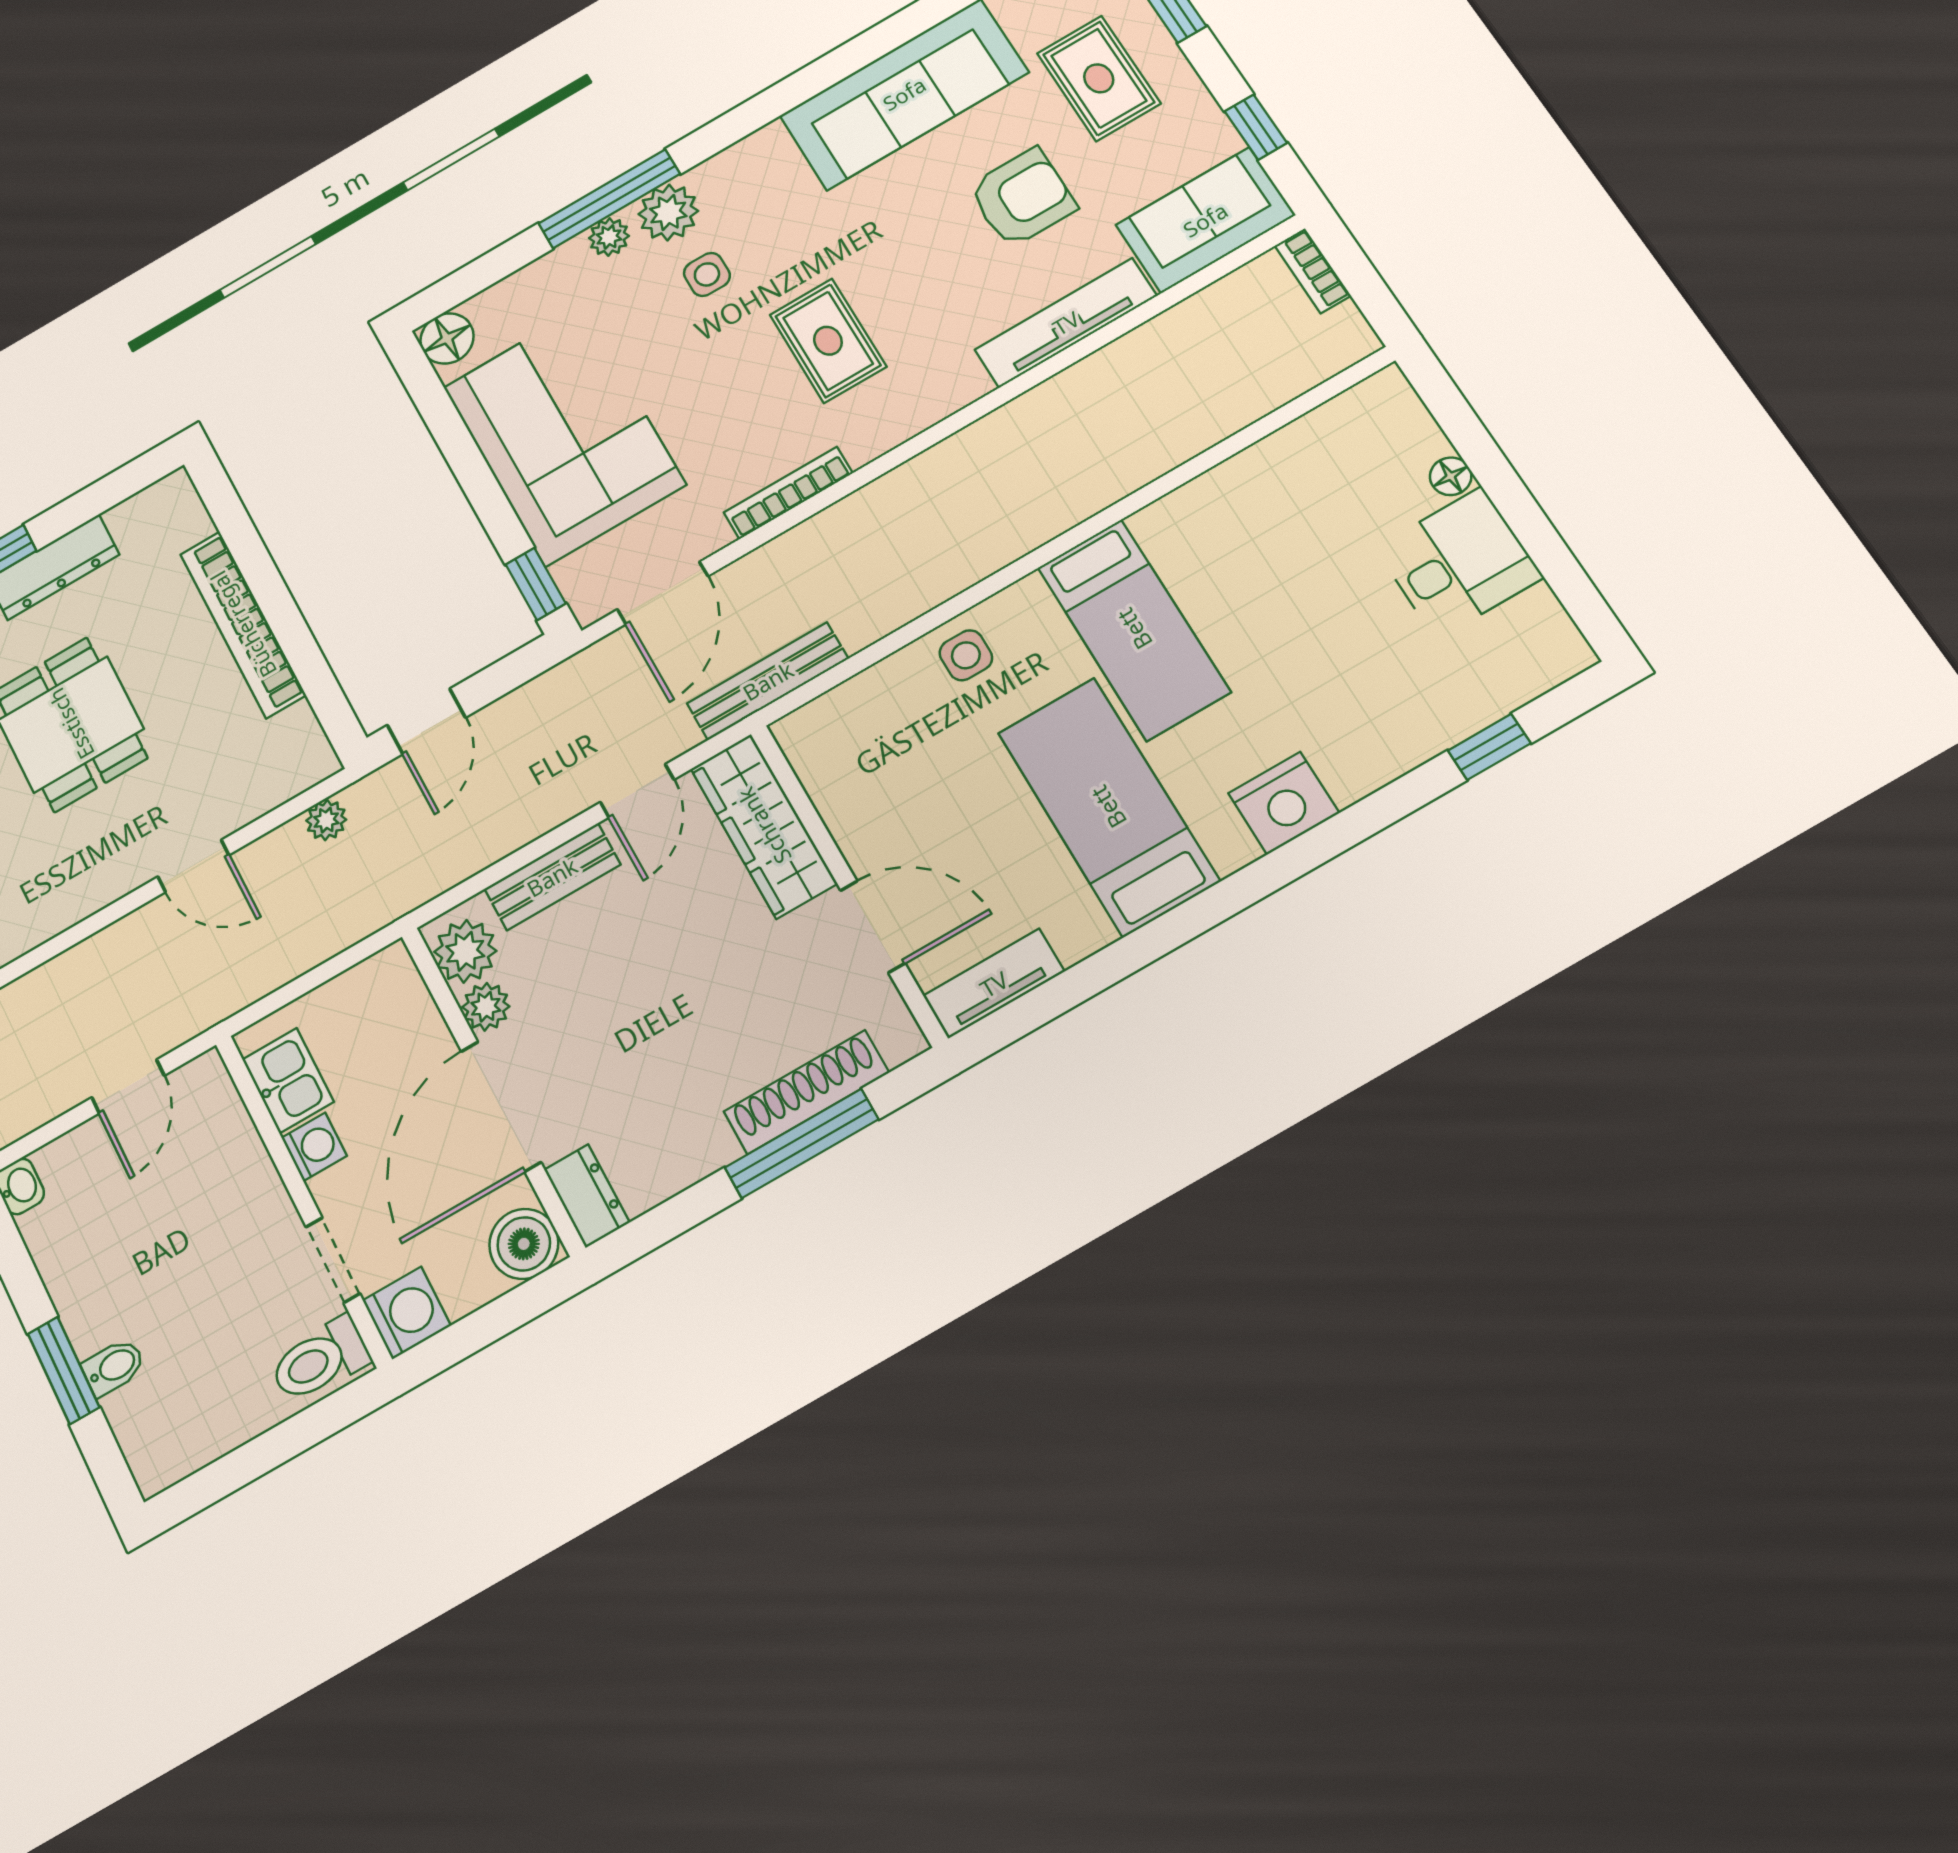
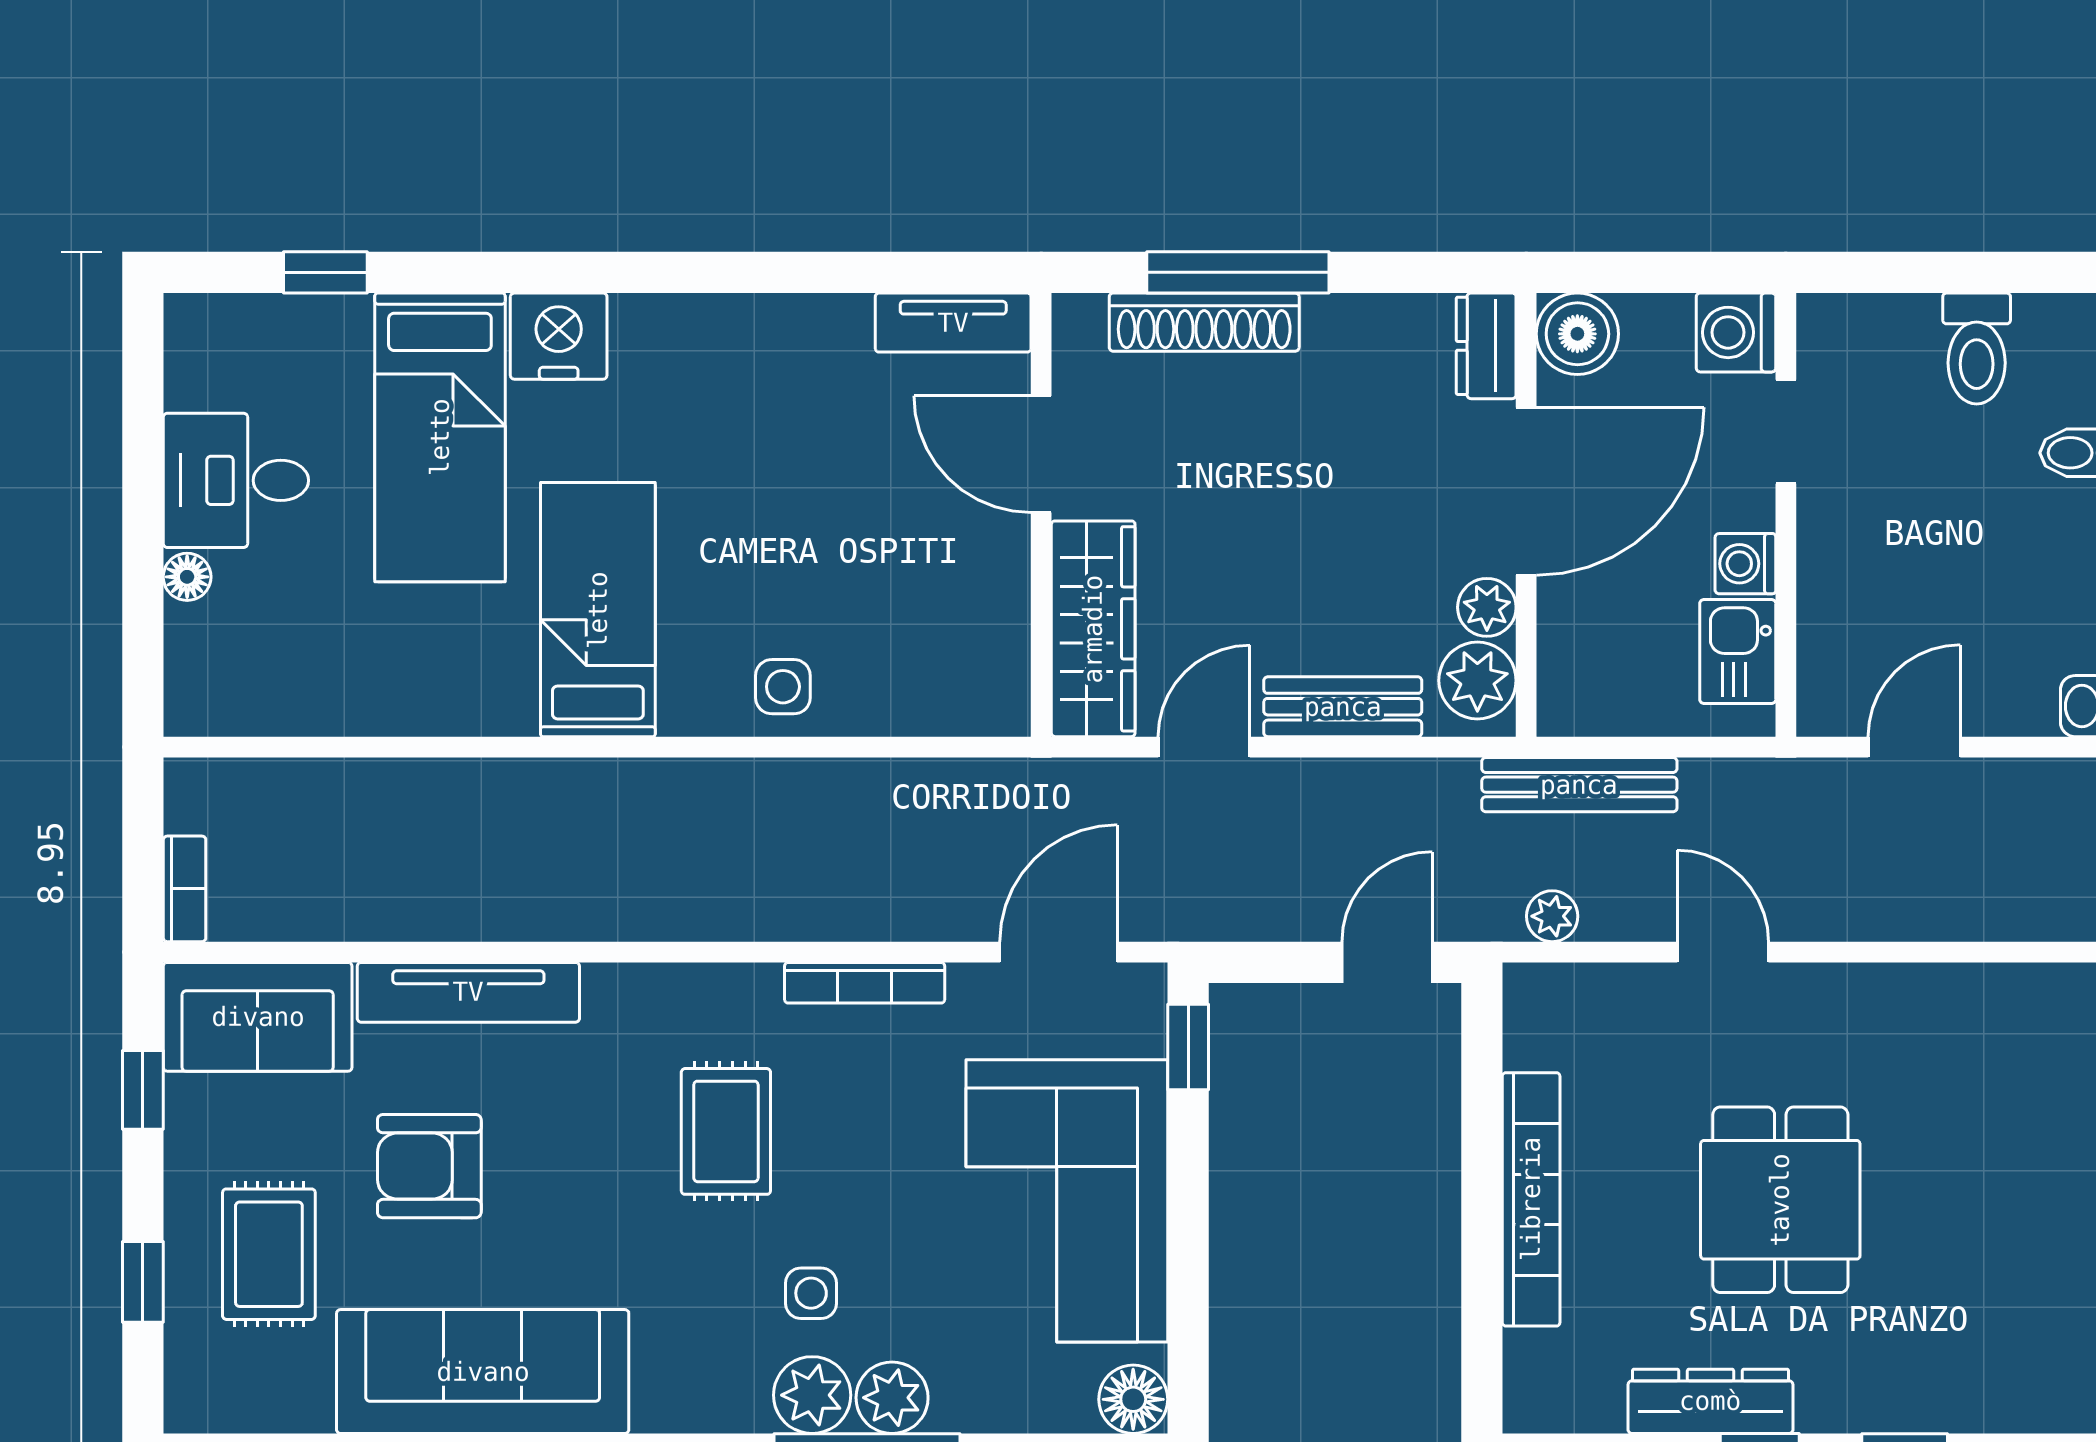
plant: (609, 237) -> (892, 1398), width x1.38, depth x1.38
bench: (768, 681) -> (1579, 785), moved
bed: (1108, 807) -> (440, 437), moved
toilet: (320, 1360) -> (1977, 348), moved, turned 90

